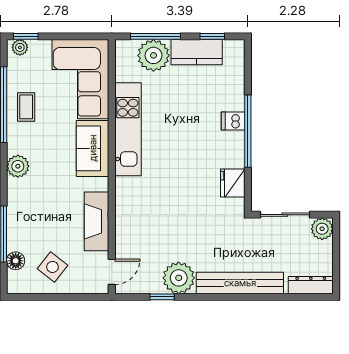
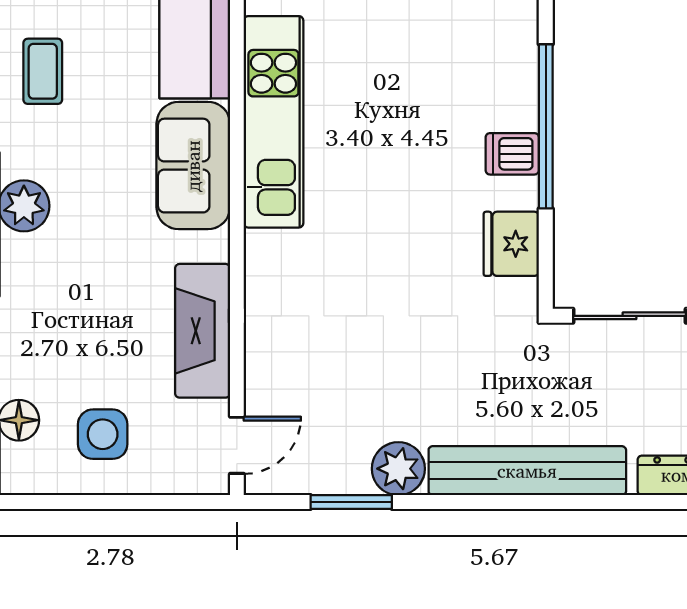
dishwasher: (233, 121) -> (512, 154), moved
side table: (53, 267) -> (103, 434), turned -38
plant: (179, 278) -> (398, 469), width x0.73, depth x0.73
window: (162, 297) -> (351, 502), width x1.50

